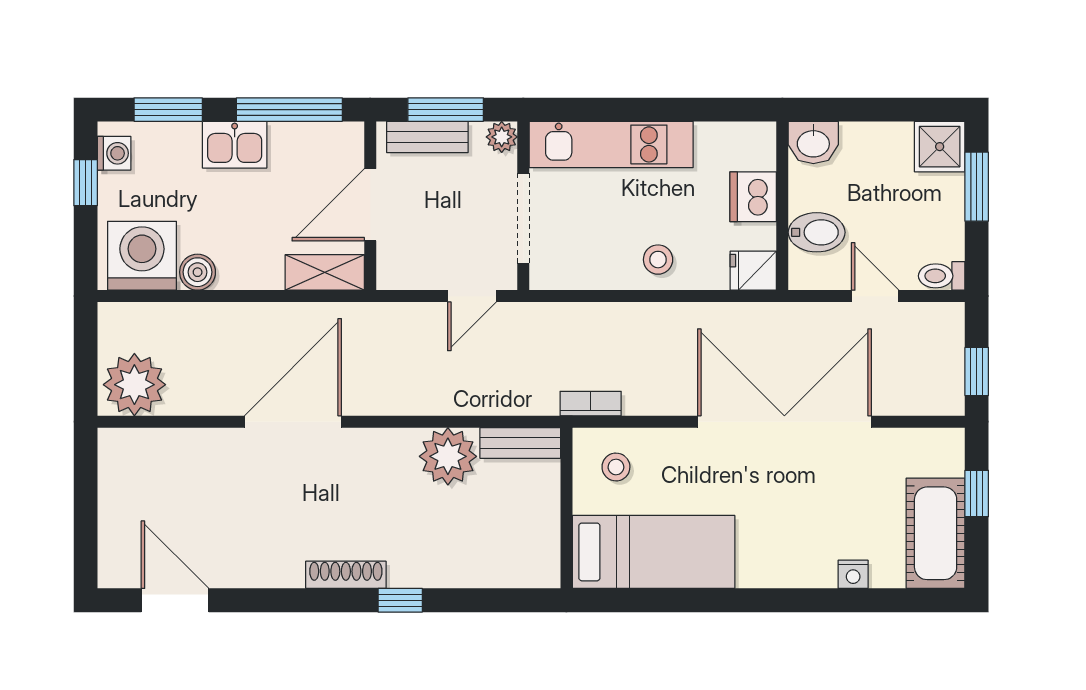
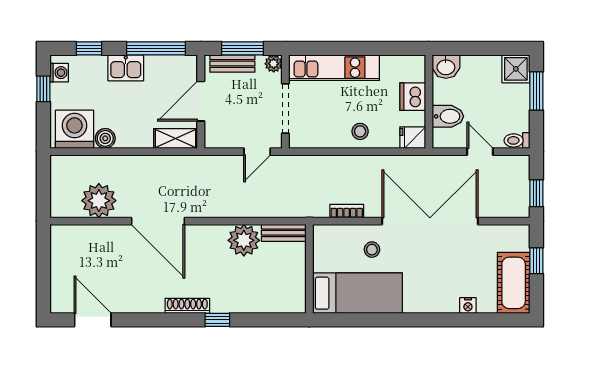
window: (168, 110) -> (89, 48), width x0.67
plant: (134, 385) -> (99, 201), moved
bookcase: (591, 404) -> (347, 211), moved
door: (293, 422) -> (158, 221), swing flipped
stool: (616, 467) -> (372, 250), moved

